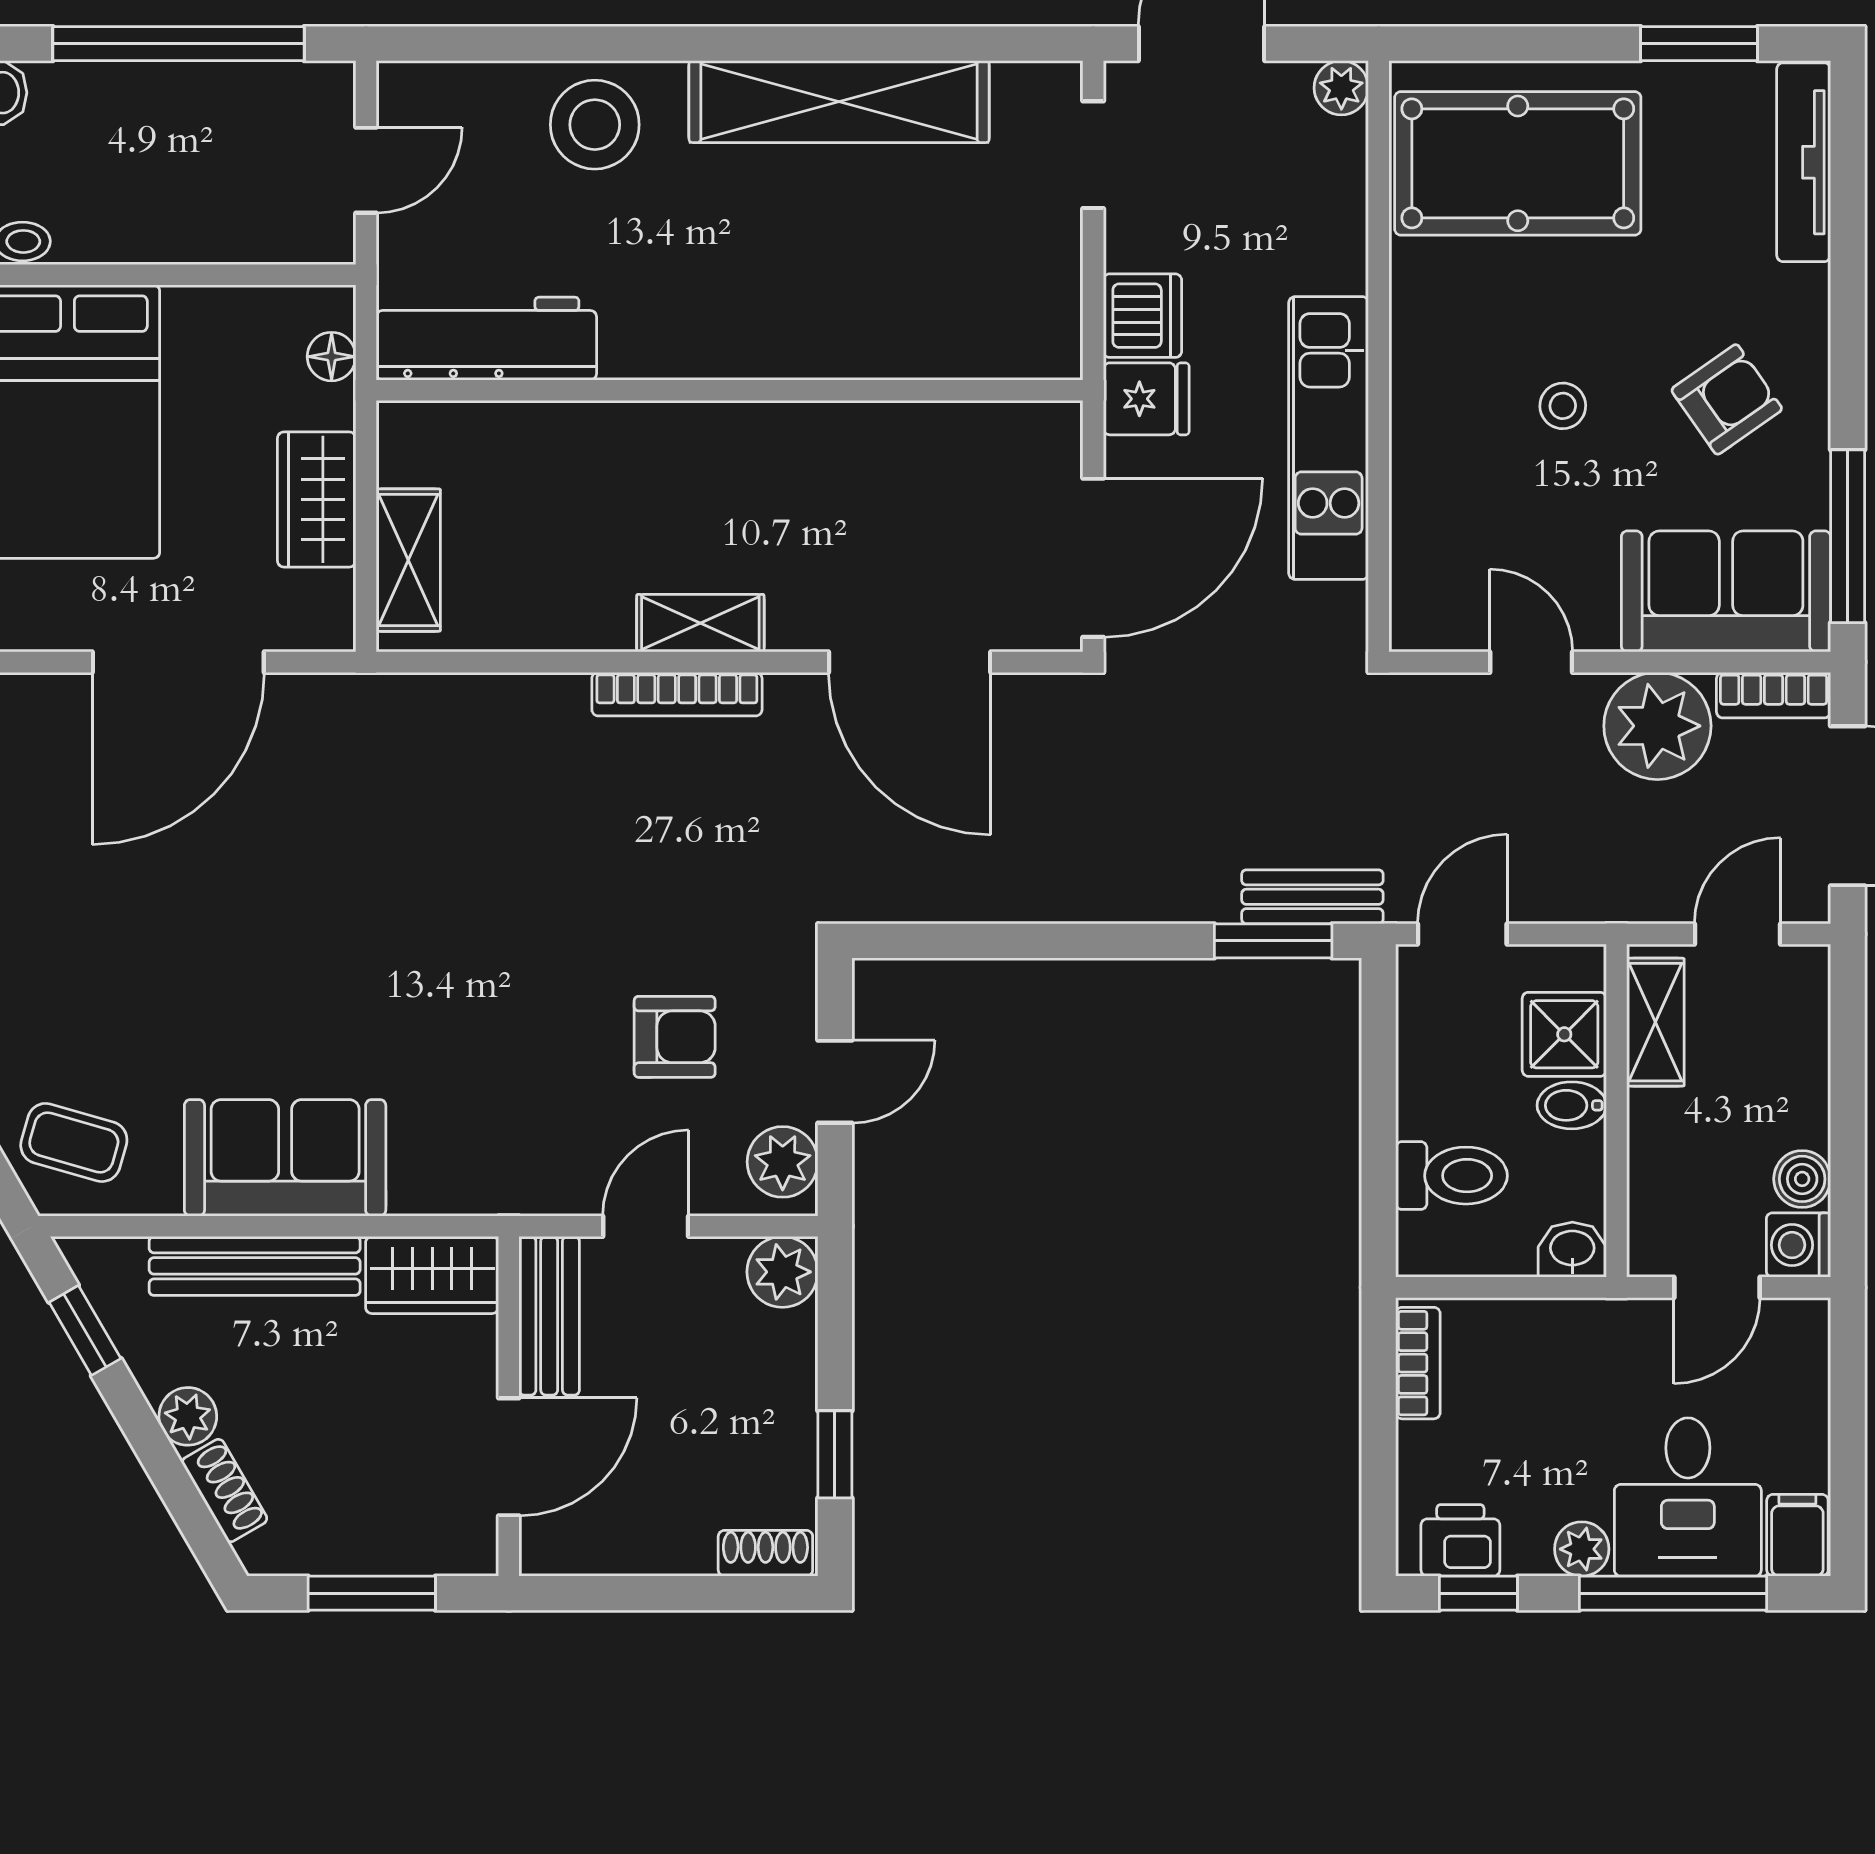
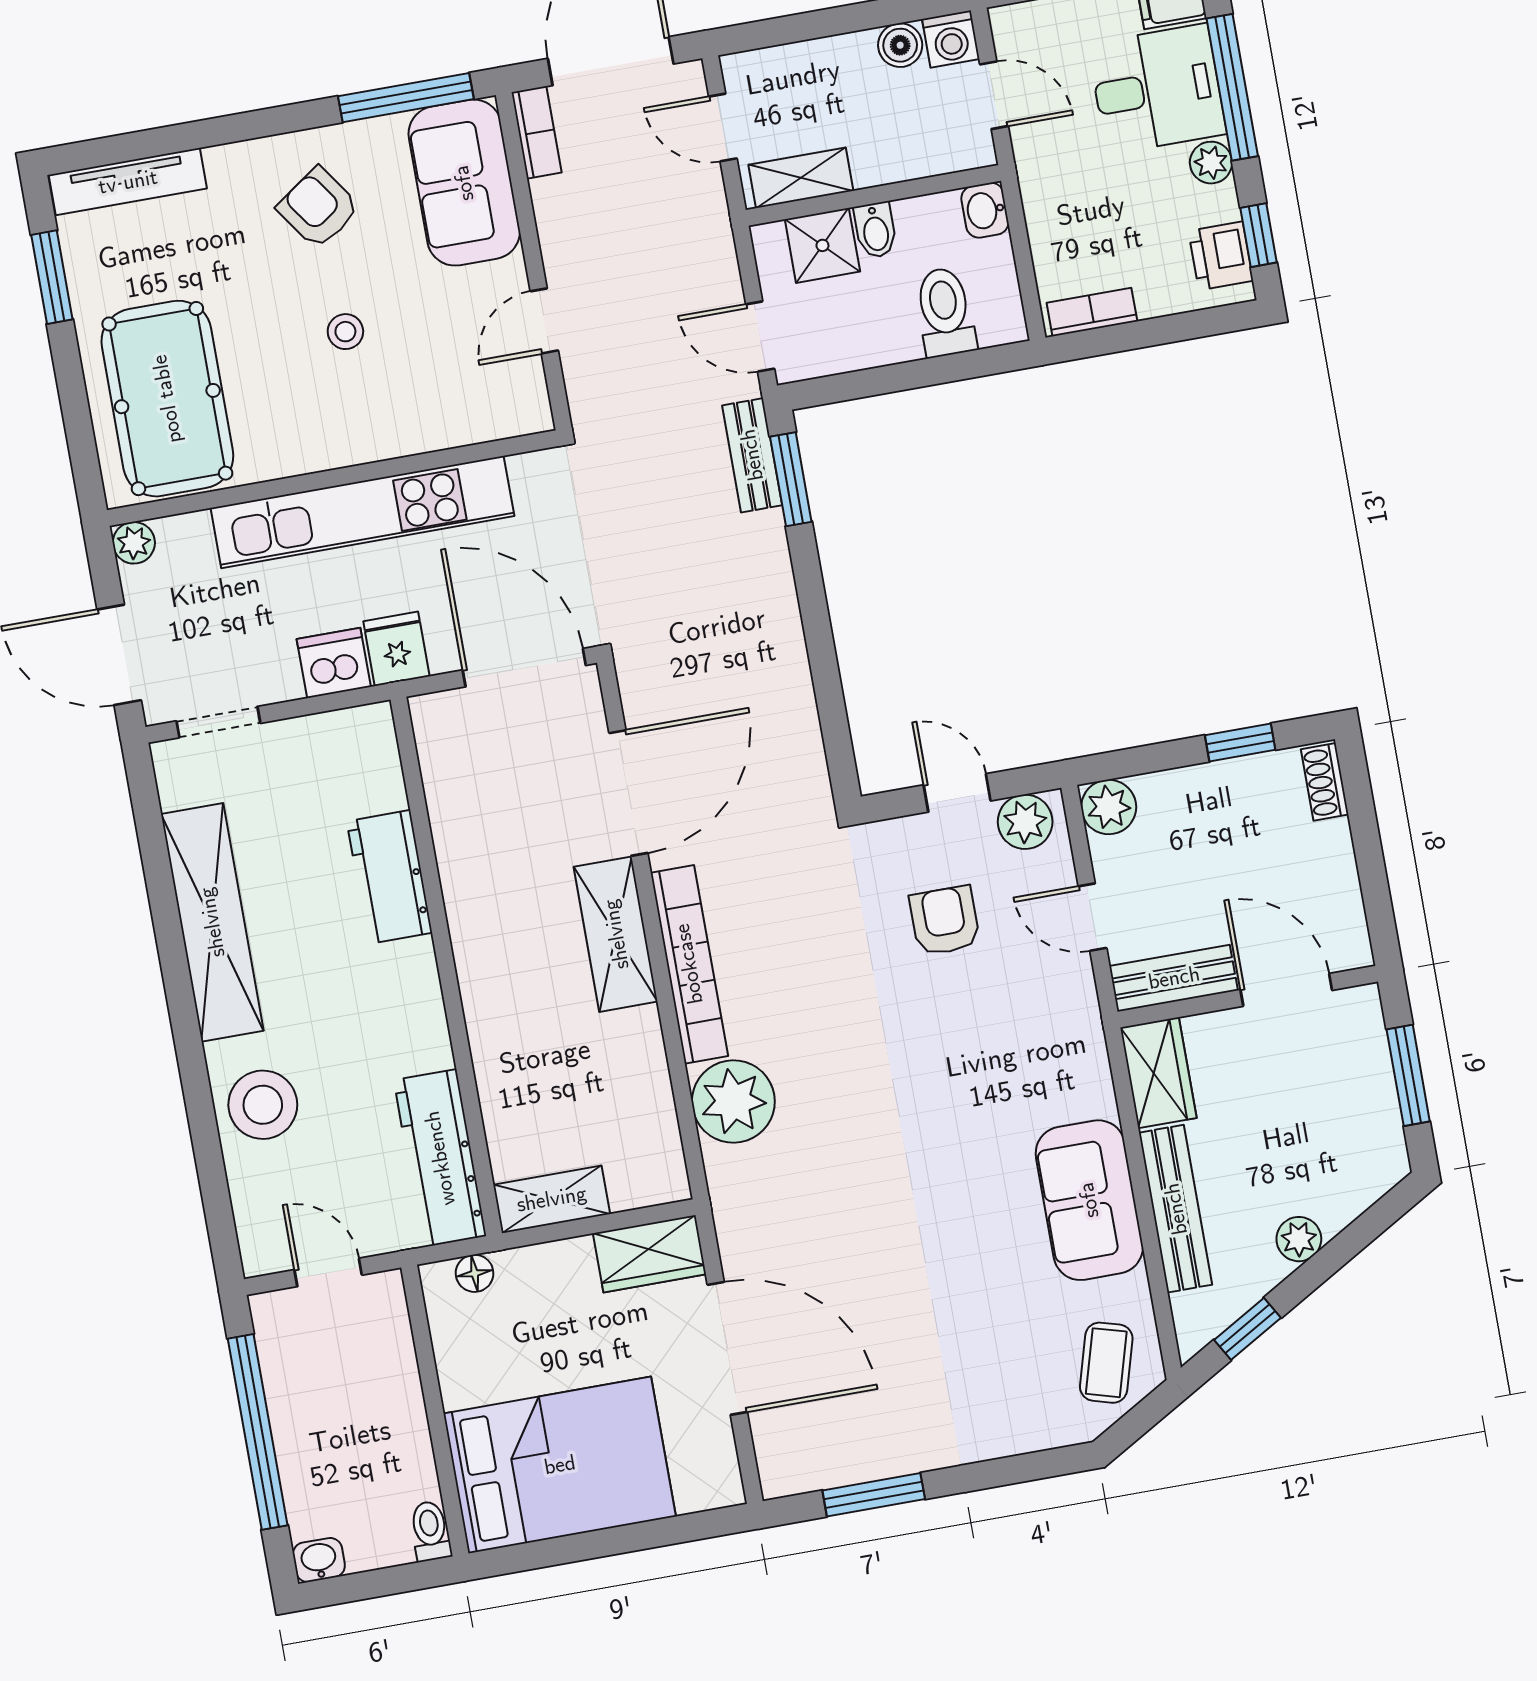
workbench: (857, 338) -> (390, 877), added
kitchen unit: (1329, 438) -> (362, 512), width x1.36
wardrobe: (317, 499) -> (650, 1254), moved
shelving: (408, 560) -> (552, 1199), moved
shelving: (700, 623) -> (616, 934), width x1.50, depth x1.33
bookcase: (677, 694) -> (689, 964), width x1.48, depth x1.31
plant: (1657, 726) -> (733, 1102), moved
shoe rack: (225, 1491) -> (1350, 1201), removed

